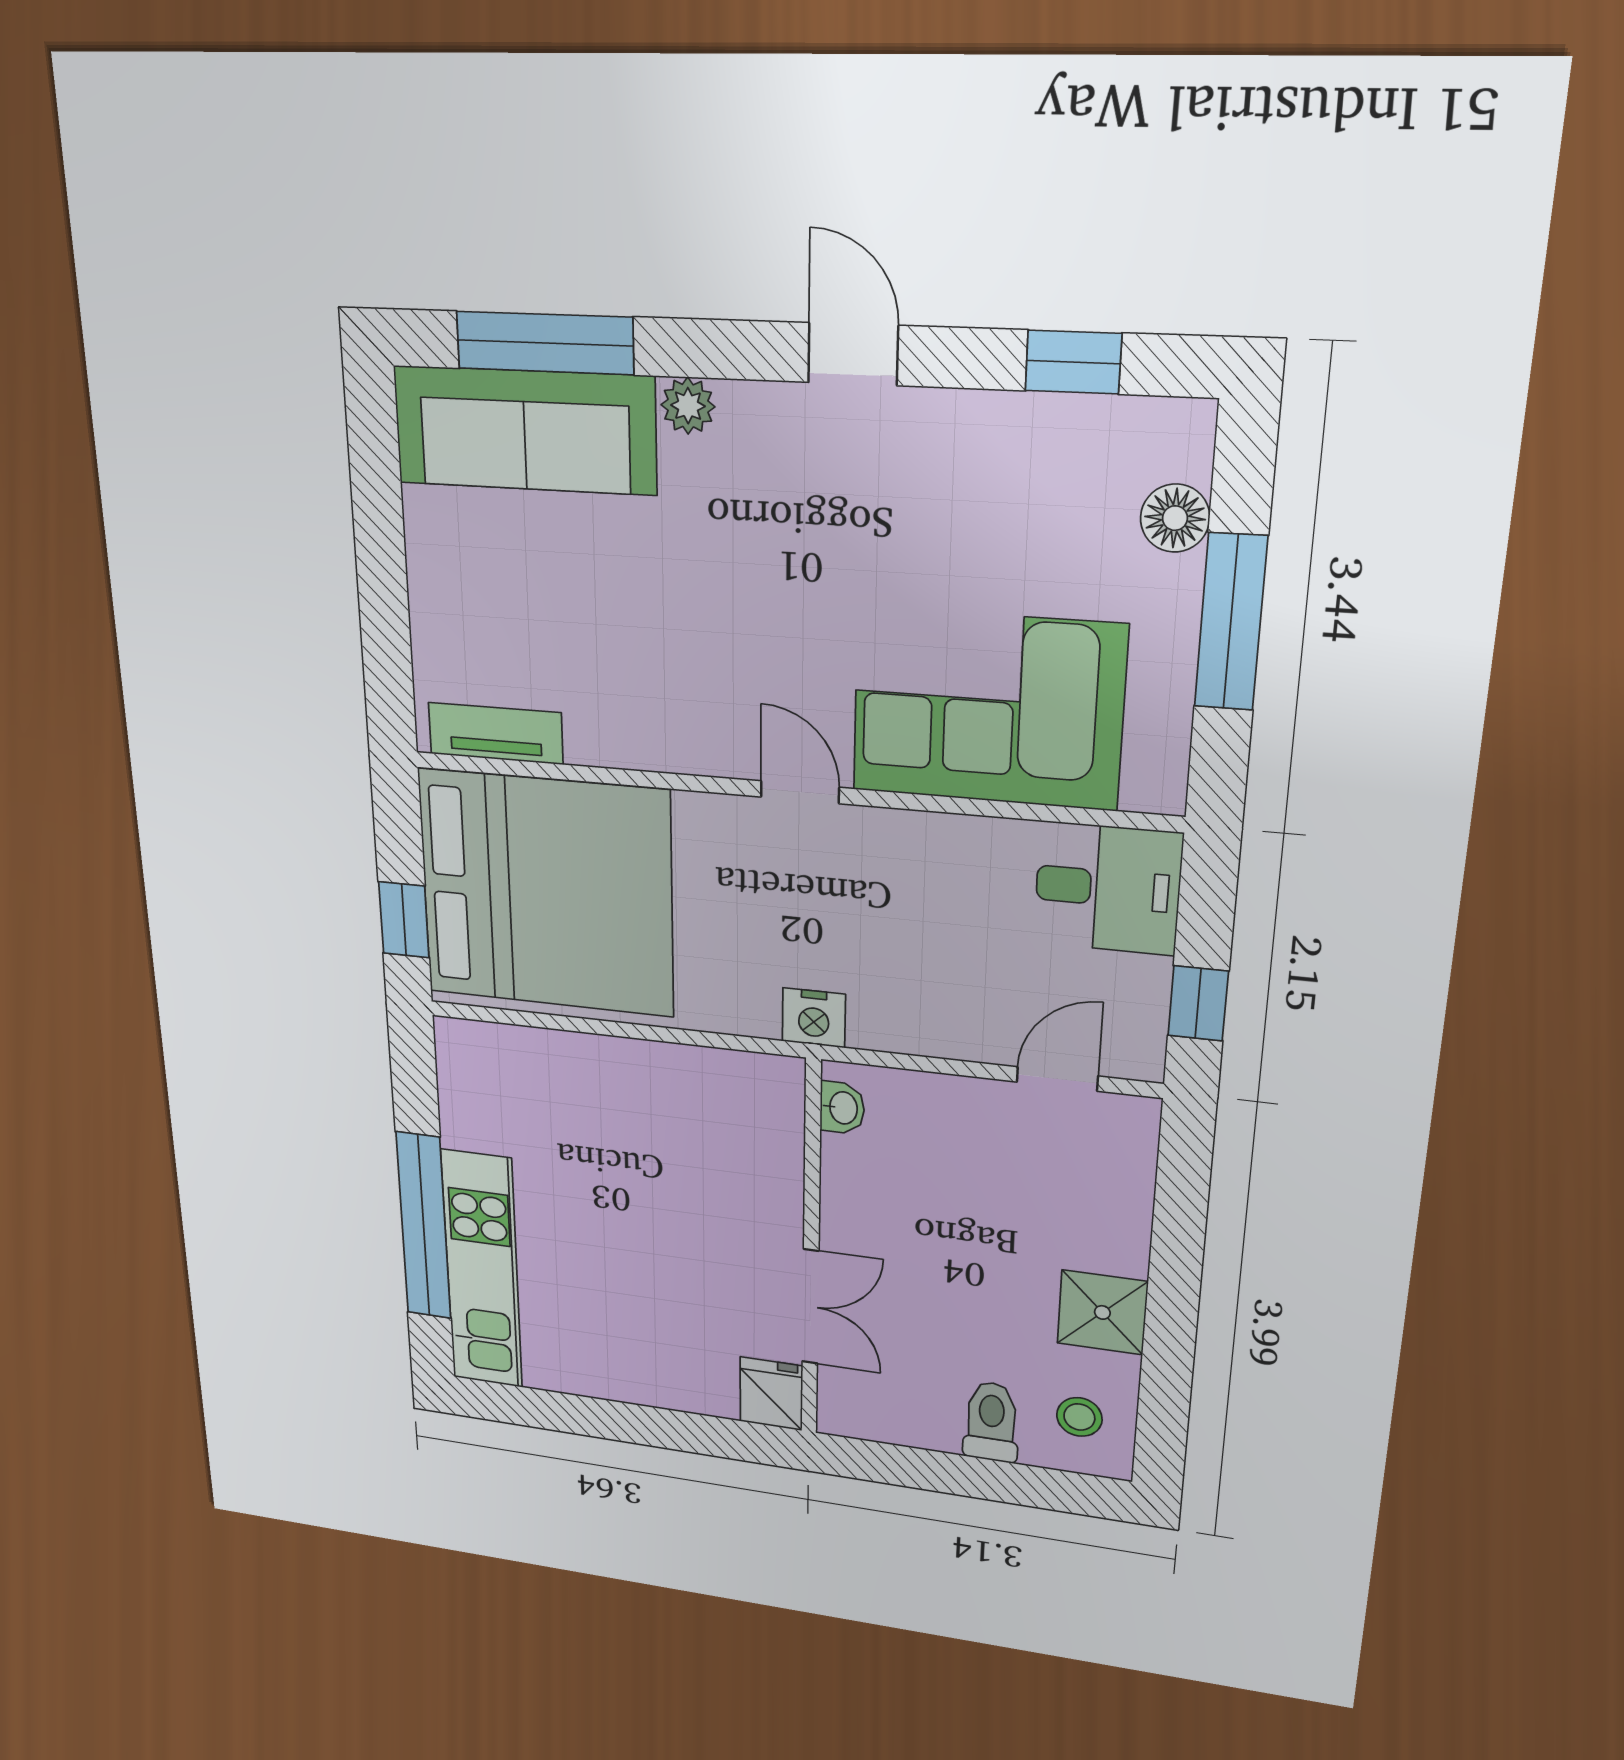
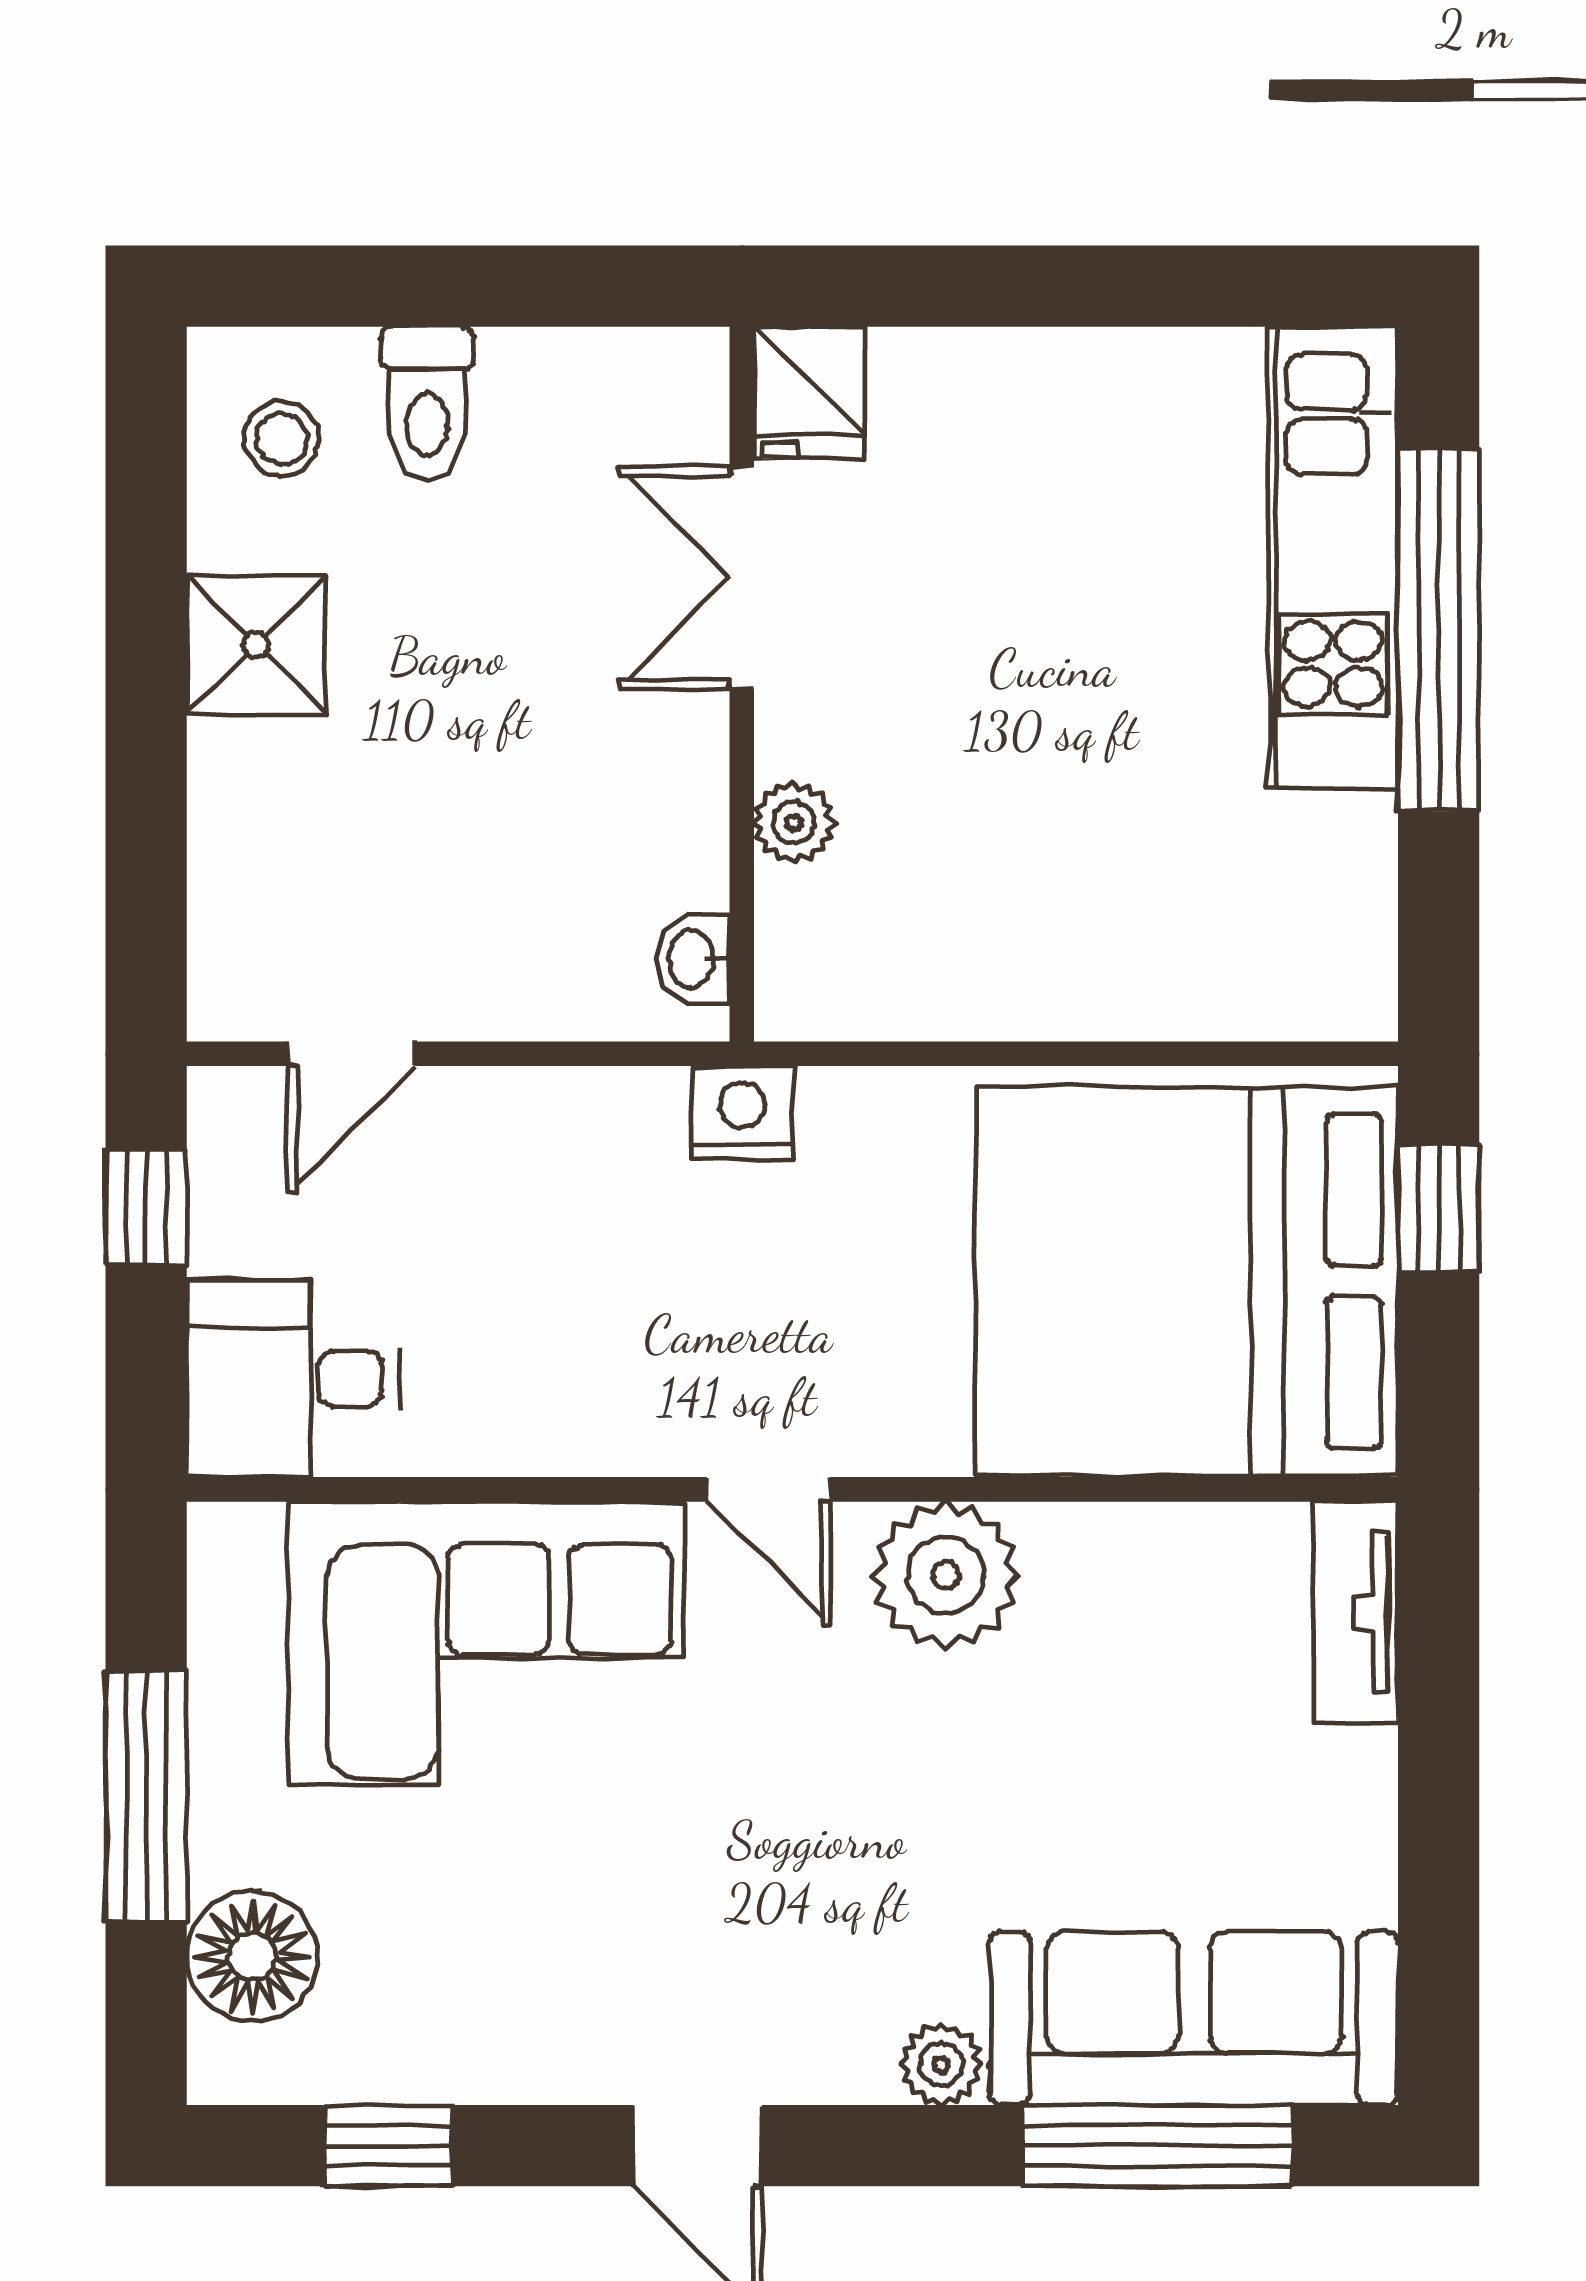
floor lamp: (1175, 518) -> (252, 1956), width x1.38, depth x1.38
plant: (688, 729) -> (946, 1575), added
tv unit: (496, 733) -> (1356, 1612), moved, turned 90
plant: (781, 1175) -> (794, 823), added

